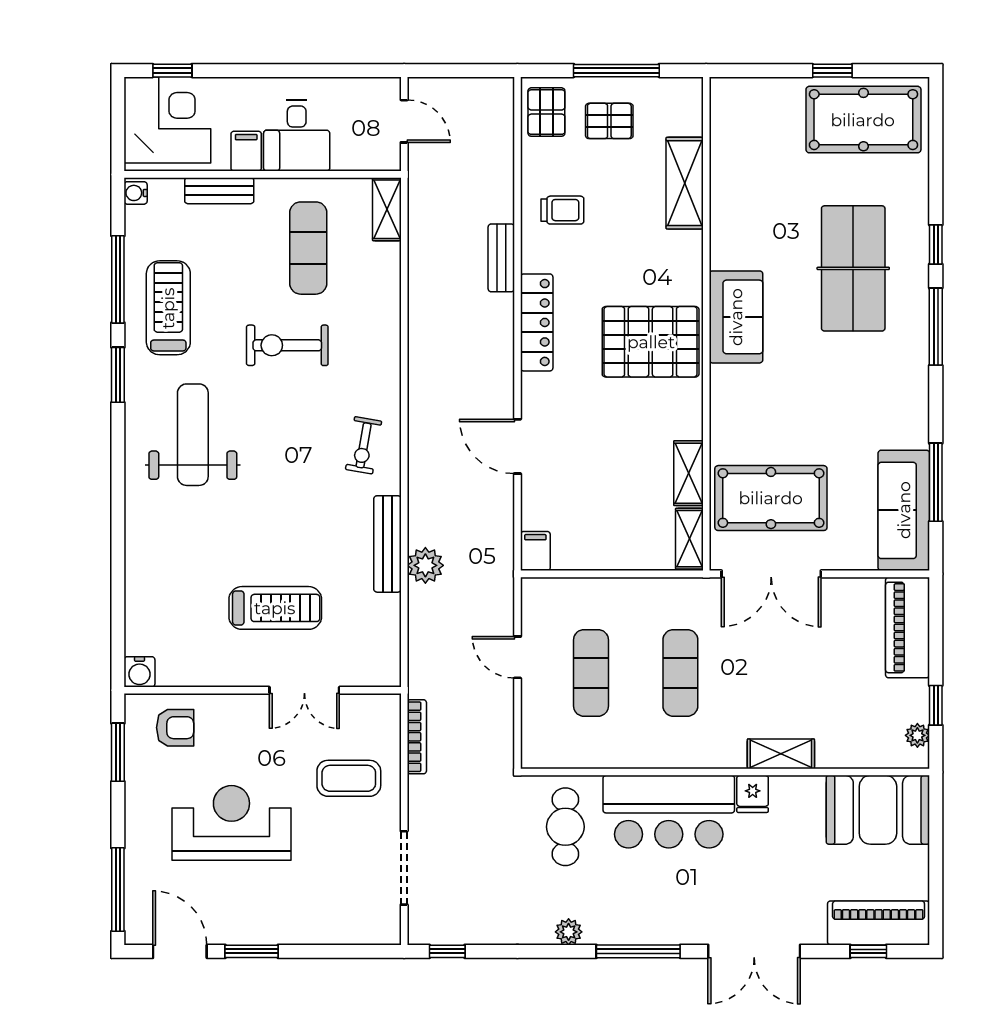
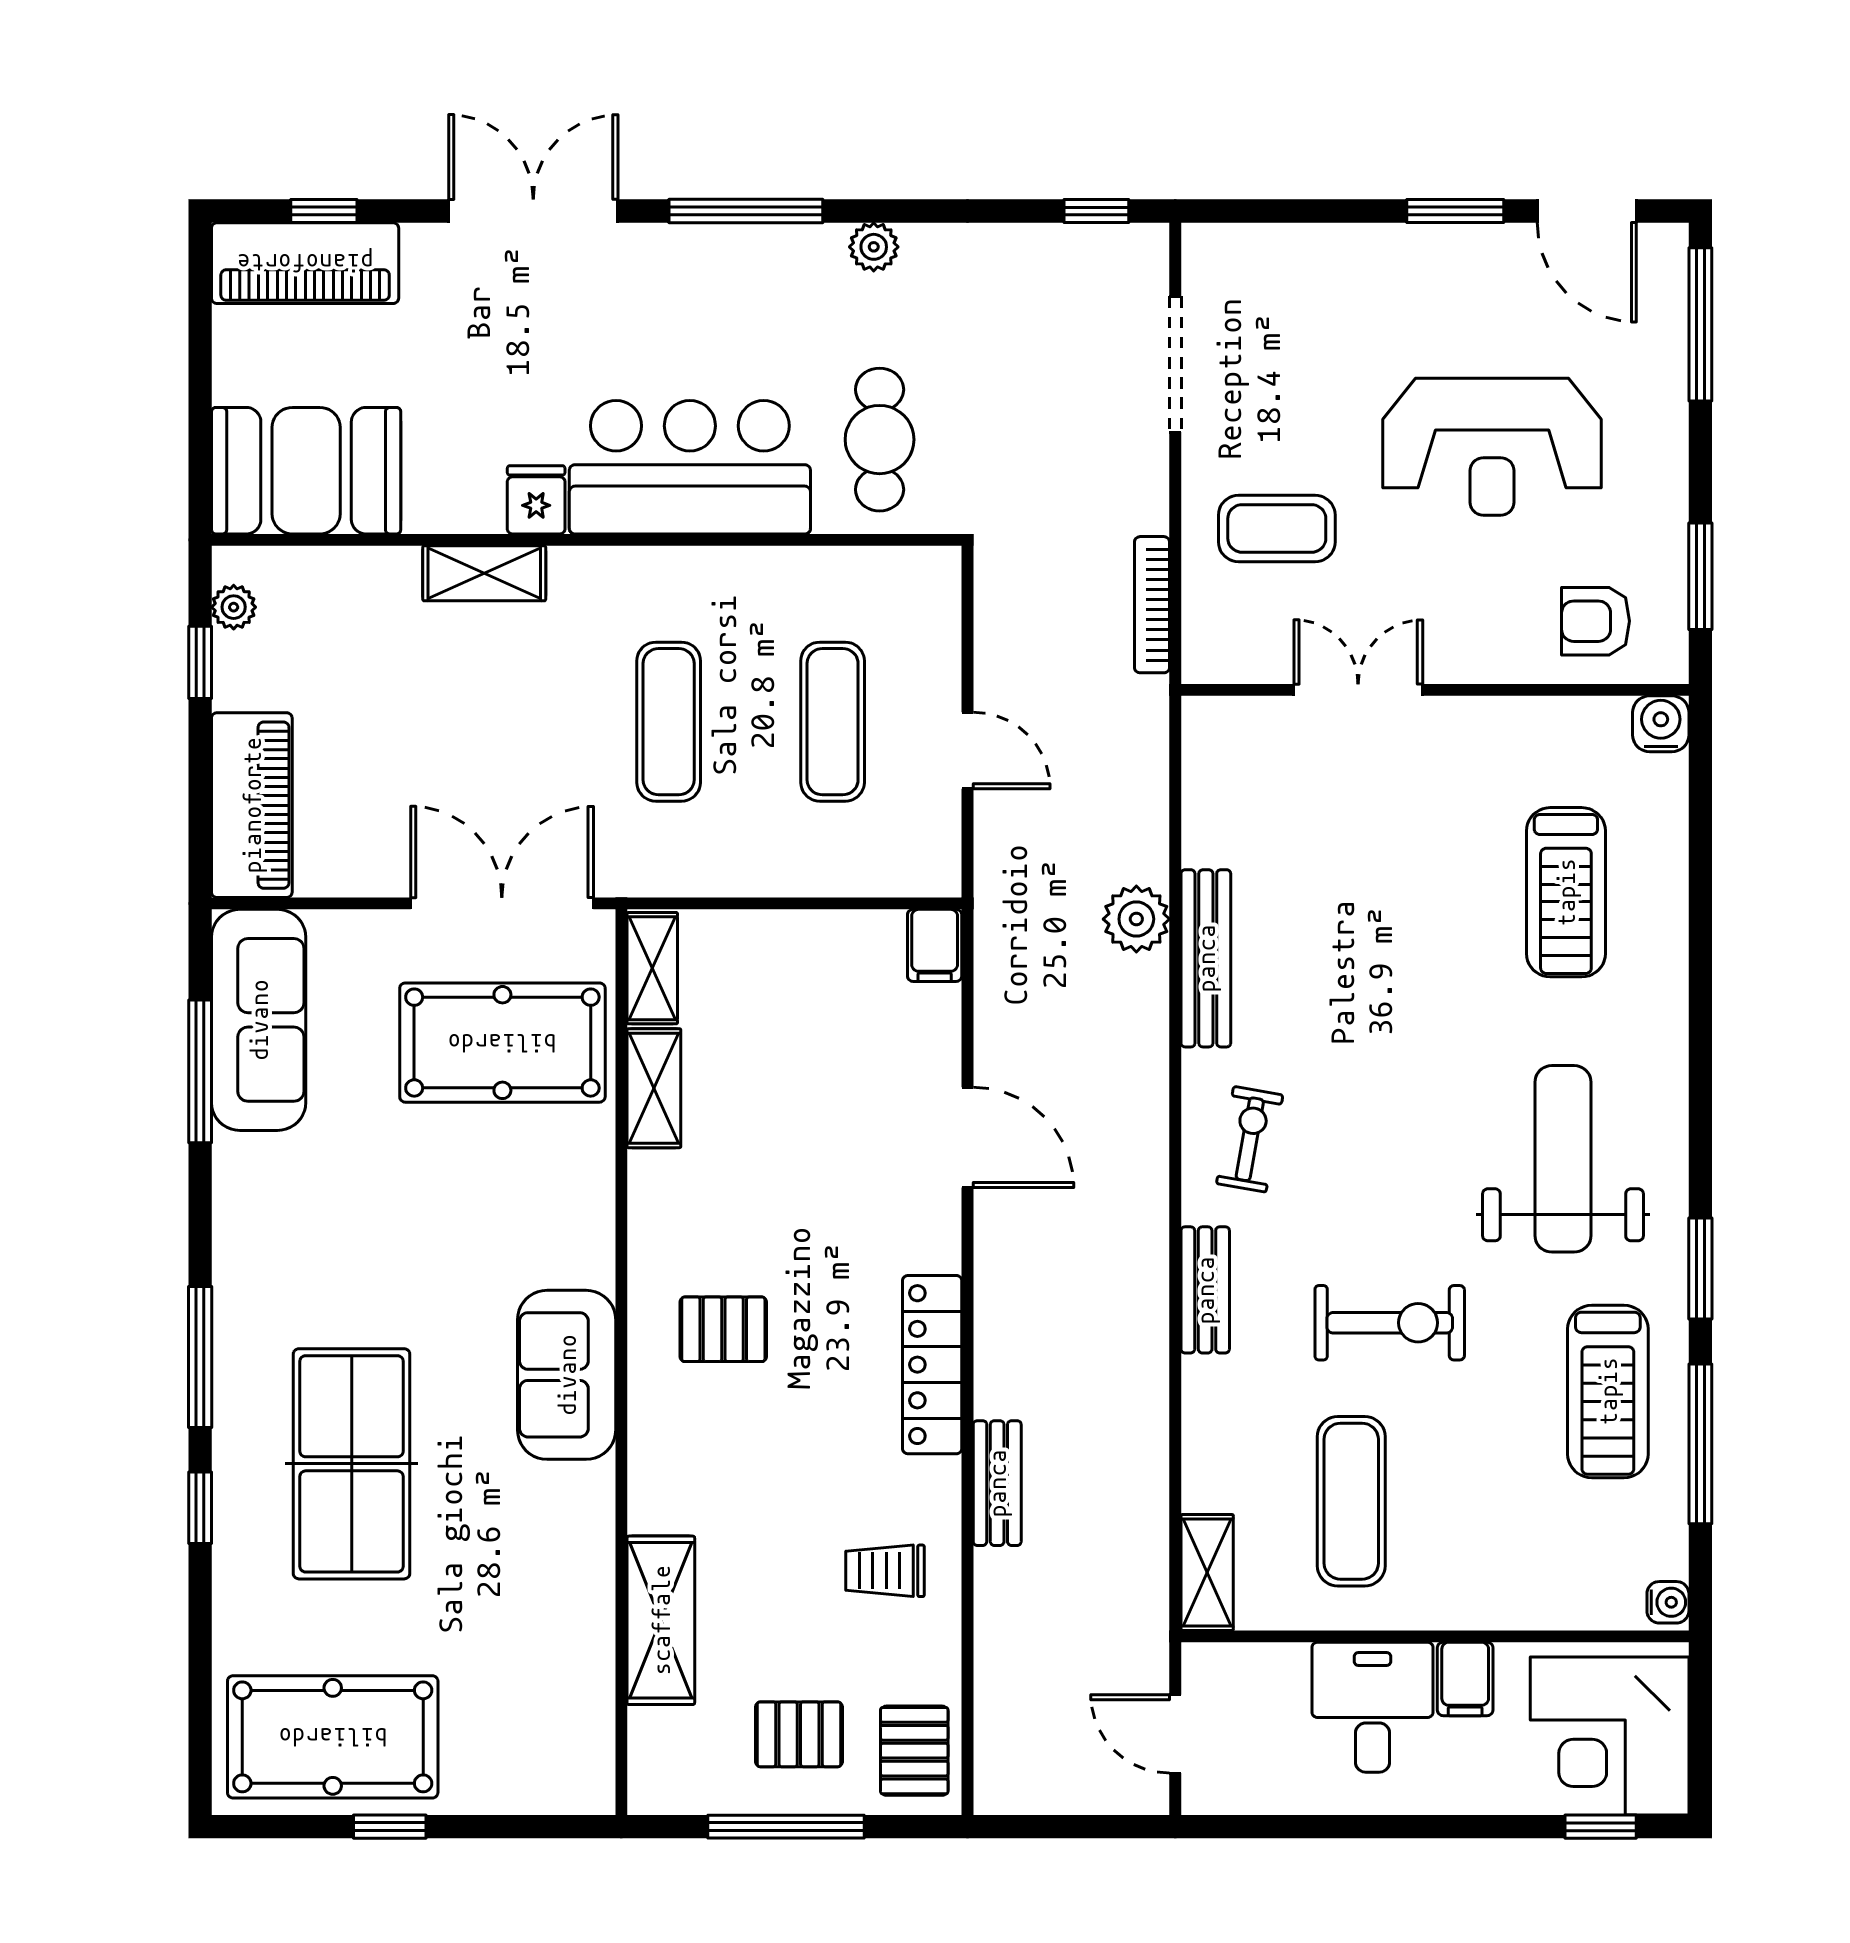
bench: (219, 191) -> (1205, 1290), moved, turned 90
pallet: (651, 342) -> (723, 1329), width x0.49, depth x0.50
weight bench: (193, 435) -> (1563, 1159), turned 180
treadmill: (275, 608) -> (1566, 892), moved, turned -90

